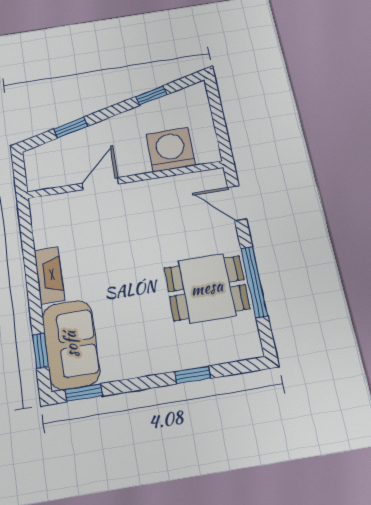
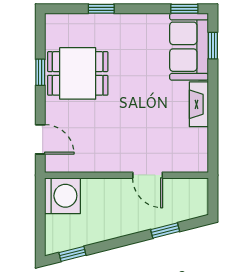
window: (151, 96) -> (72, 254), moved
washing machine: (171, 150) -> (63, 196), moved, turned -90
door: (100, 184) -> (148, 175), hinge flipped
window: (254, 282) -> (40, 72), width x0.46

